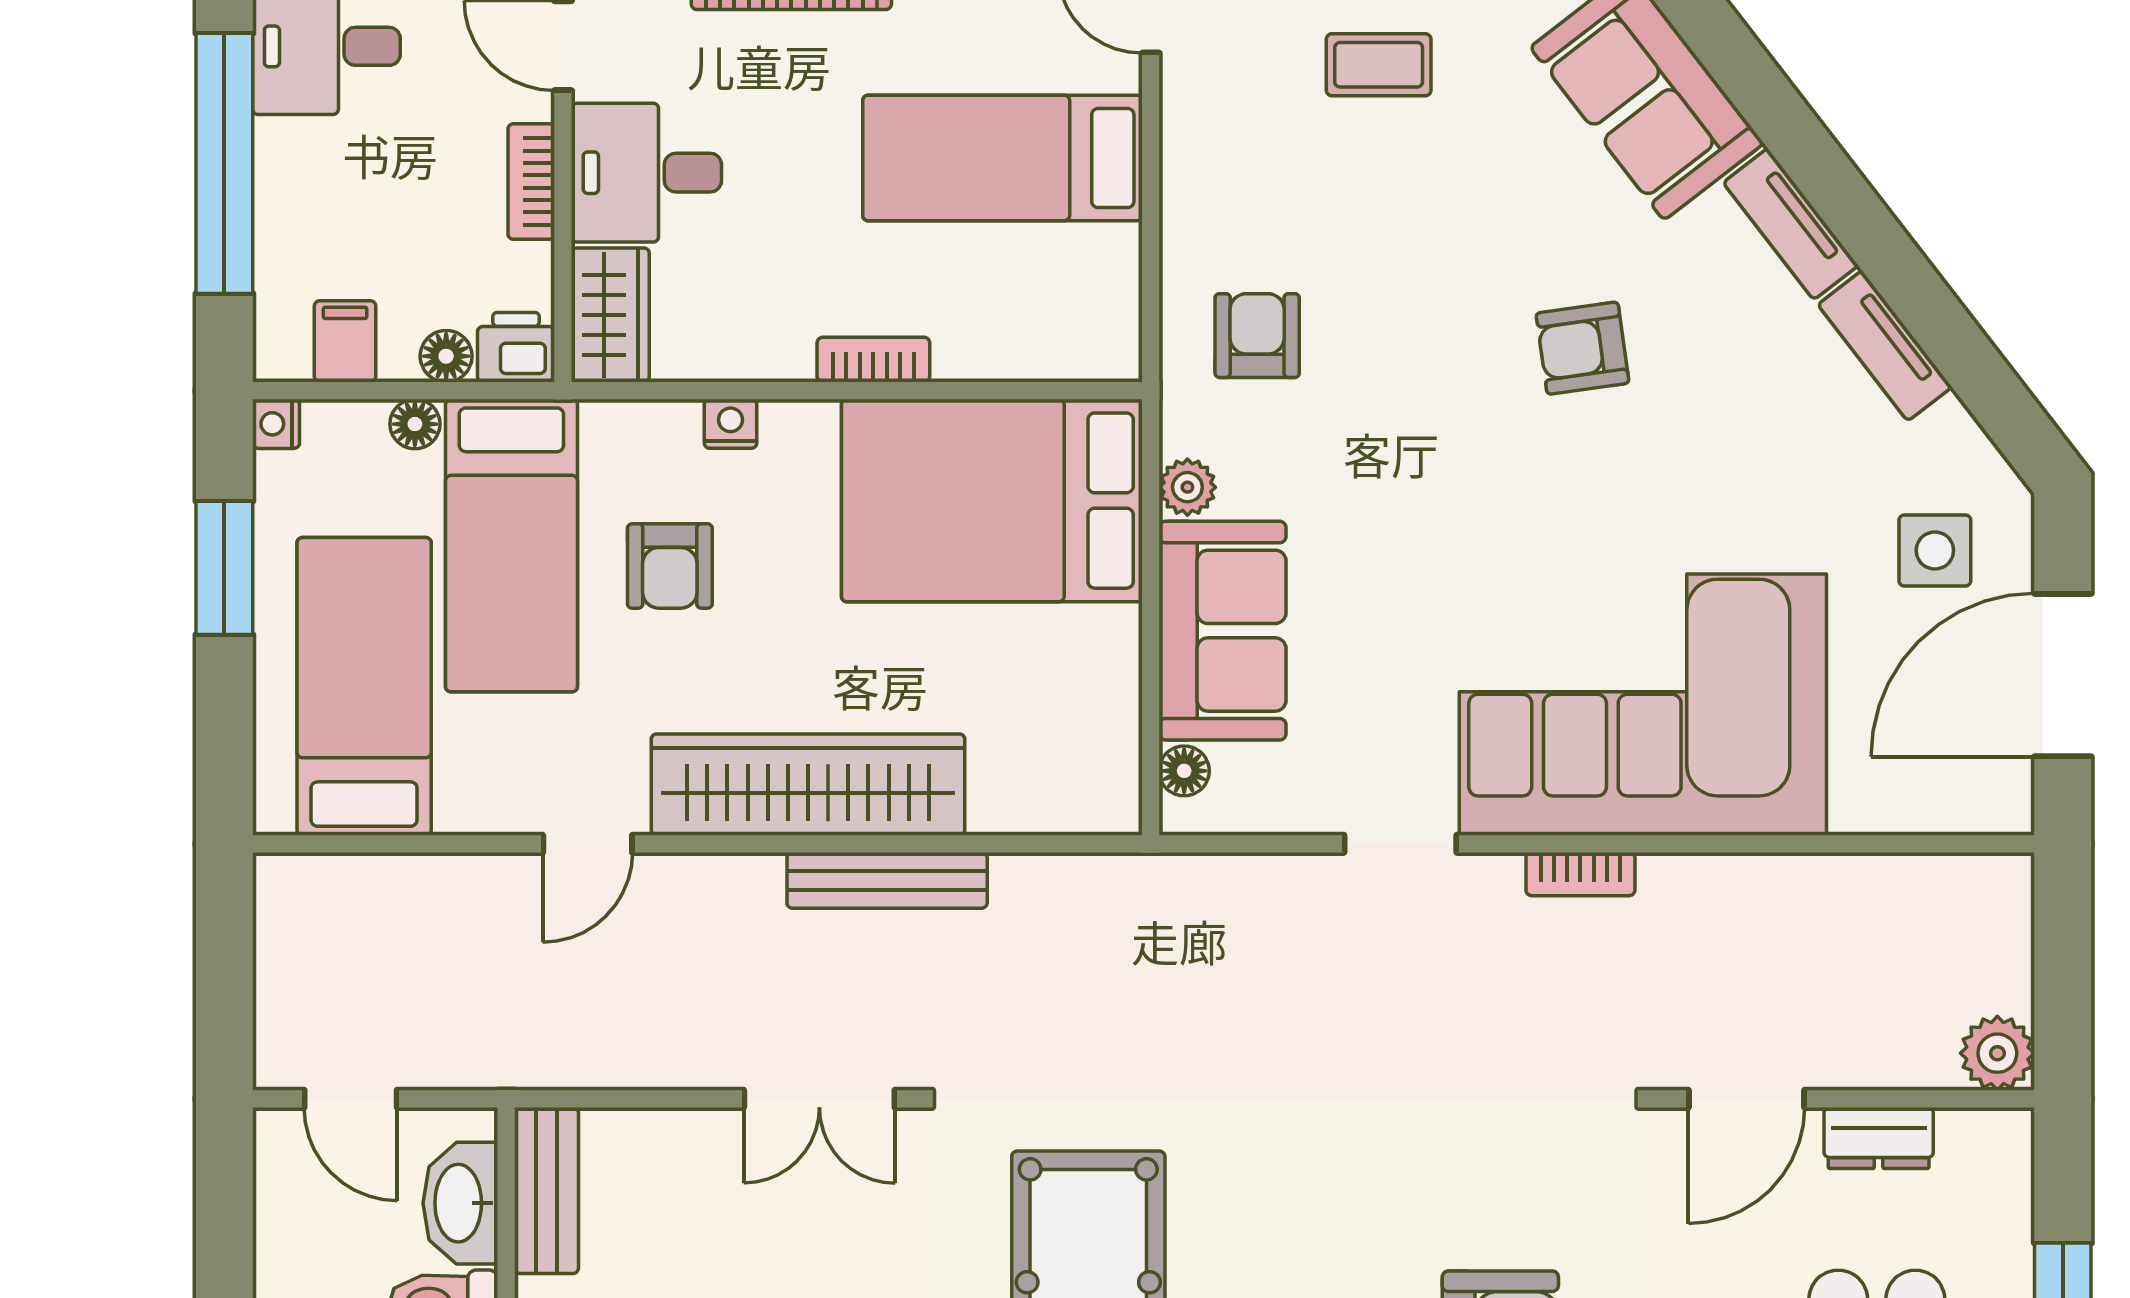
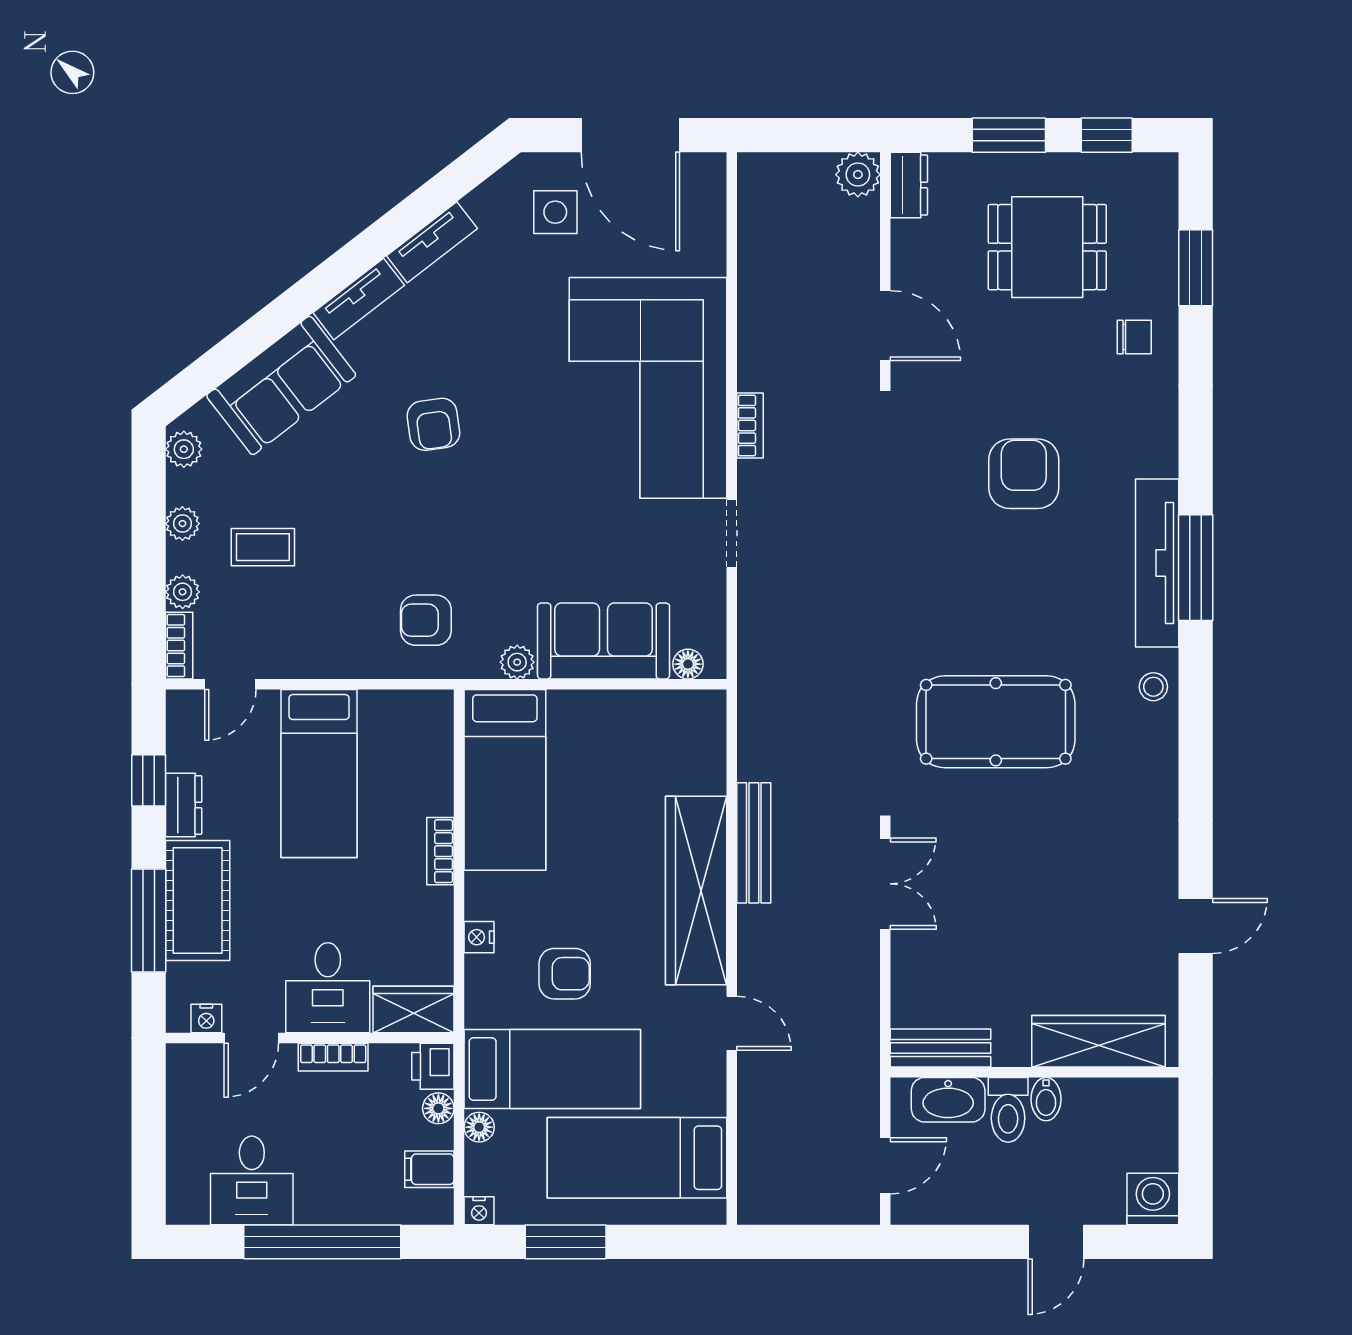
coffee table: (1379, 65) -> (263, 547), turned 90
bed: (992, 501) -> (505, 780), width x0.67
dresser: (1879, 1138) -> (909, 185), moved

